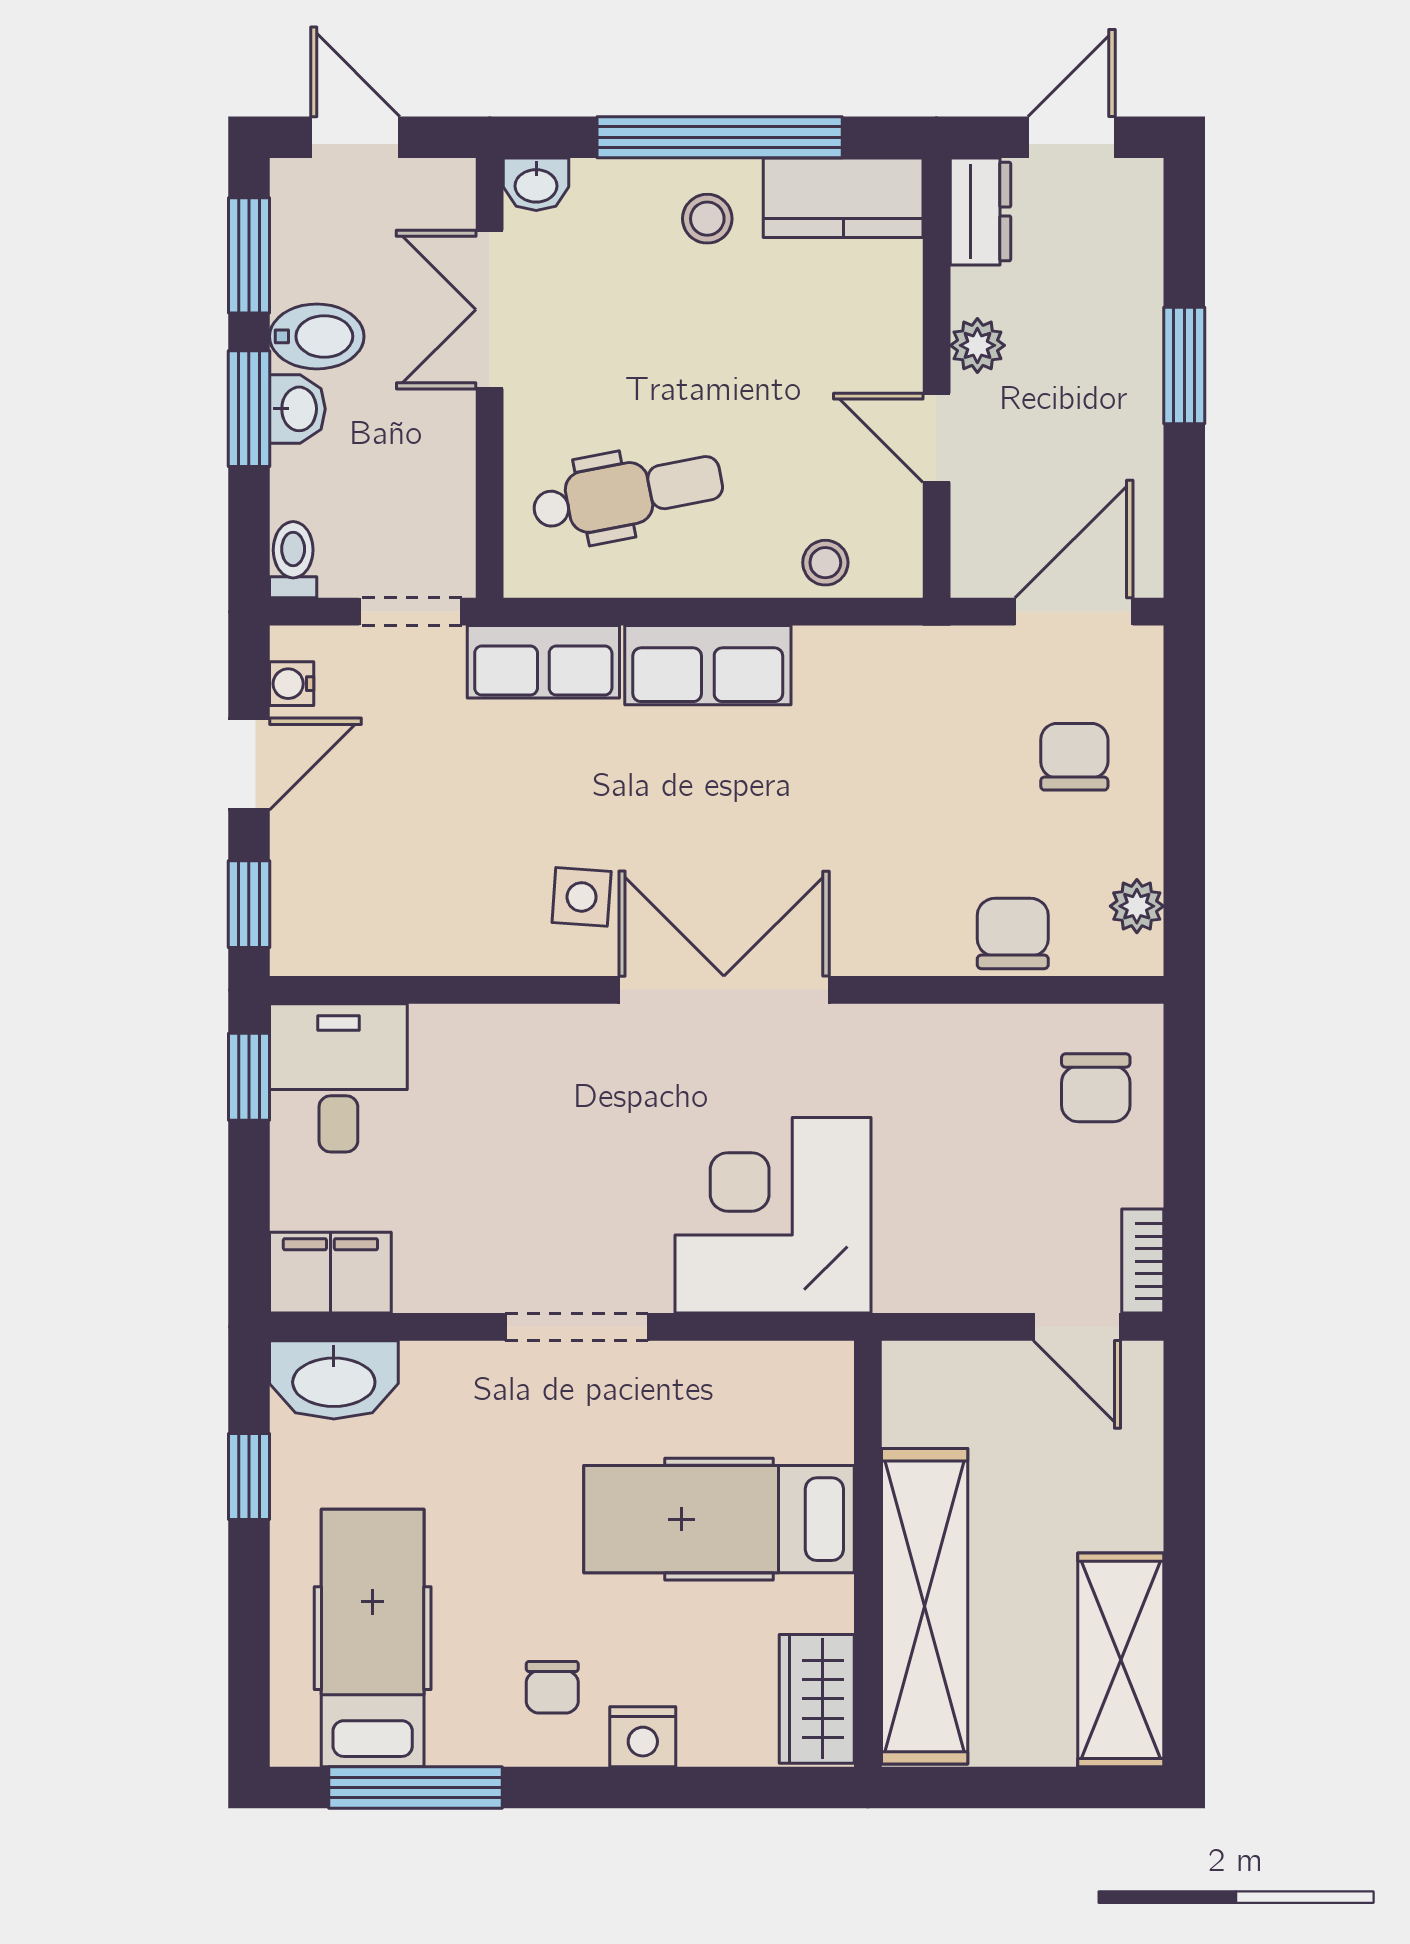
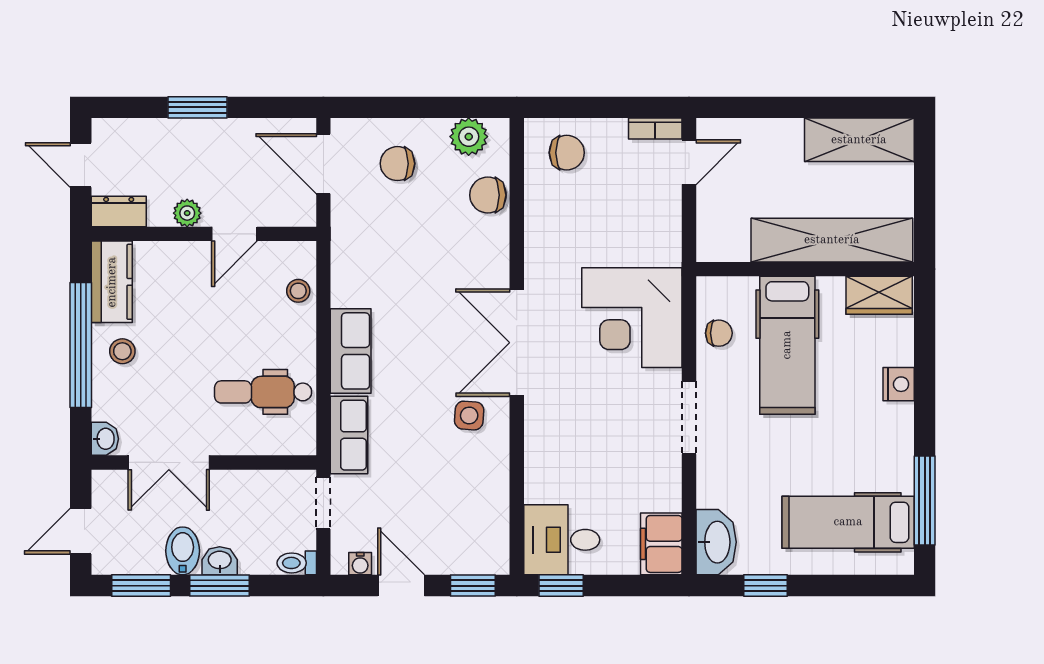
dental chair: (628, 494) -> (263, 392), turned -79
plant: (1137, 906) -> (469, 137), width x1.38, depth x1.38
chair: (552, 1687) -> (719, 333), moved

